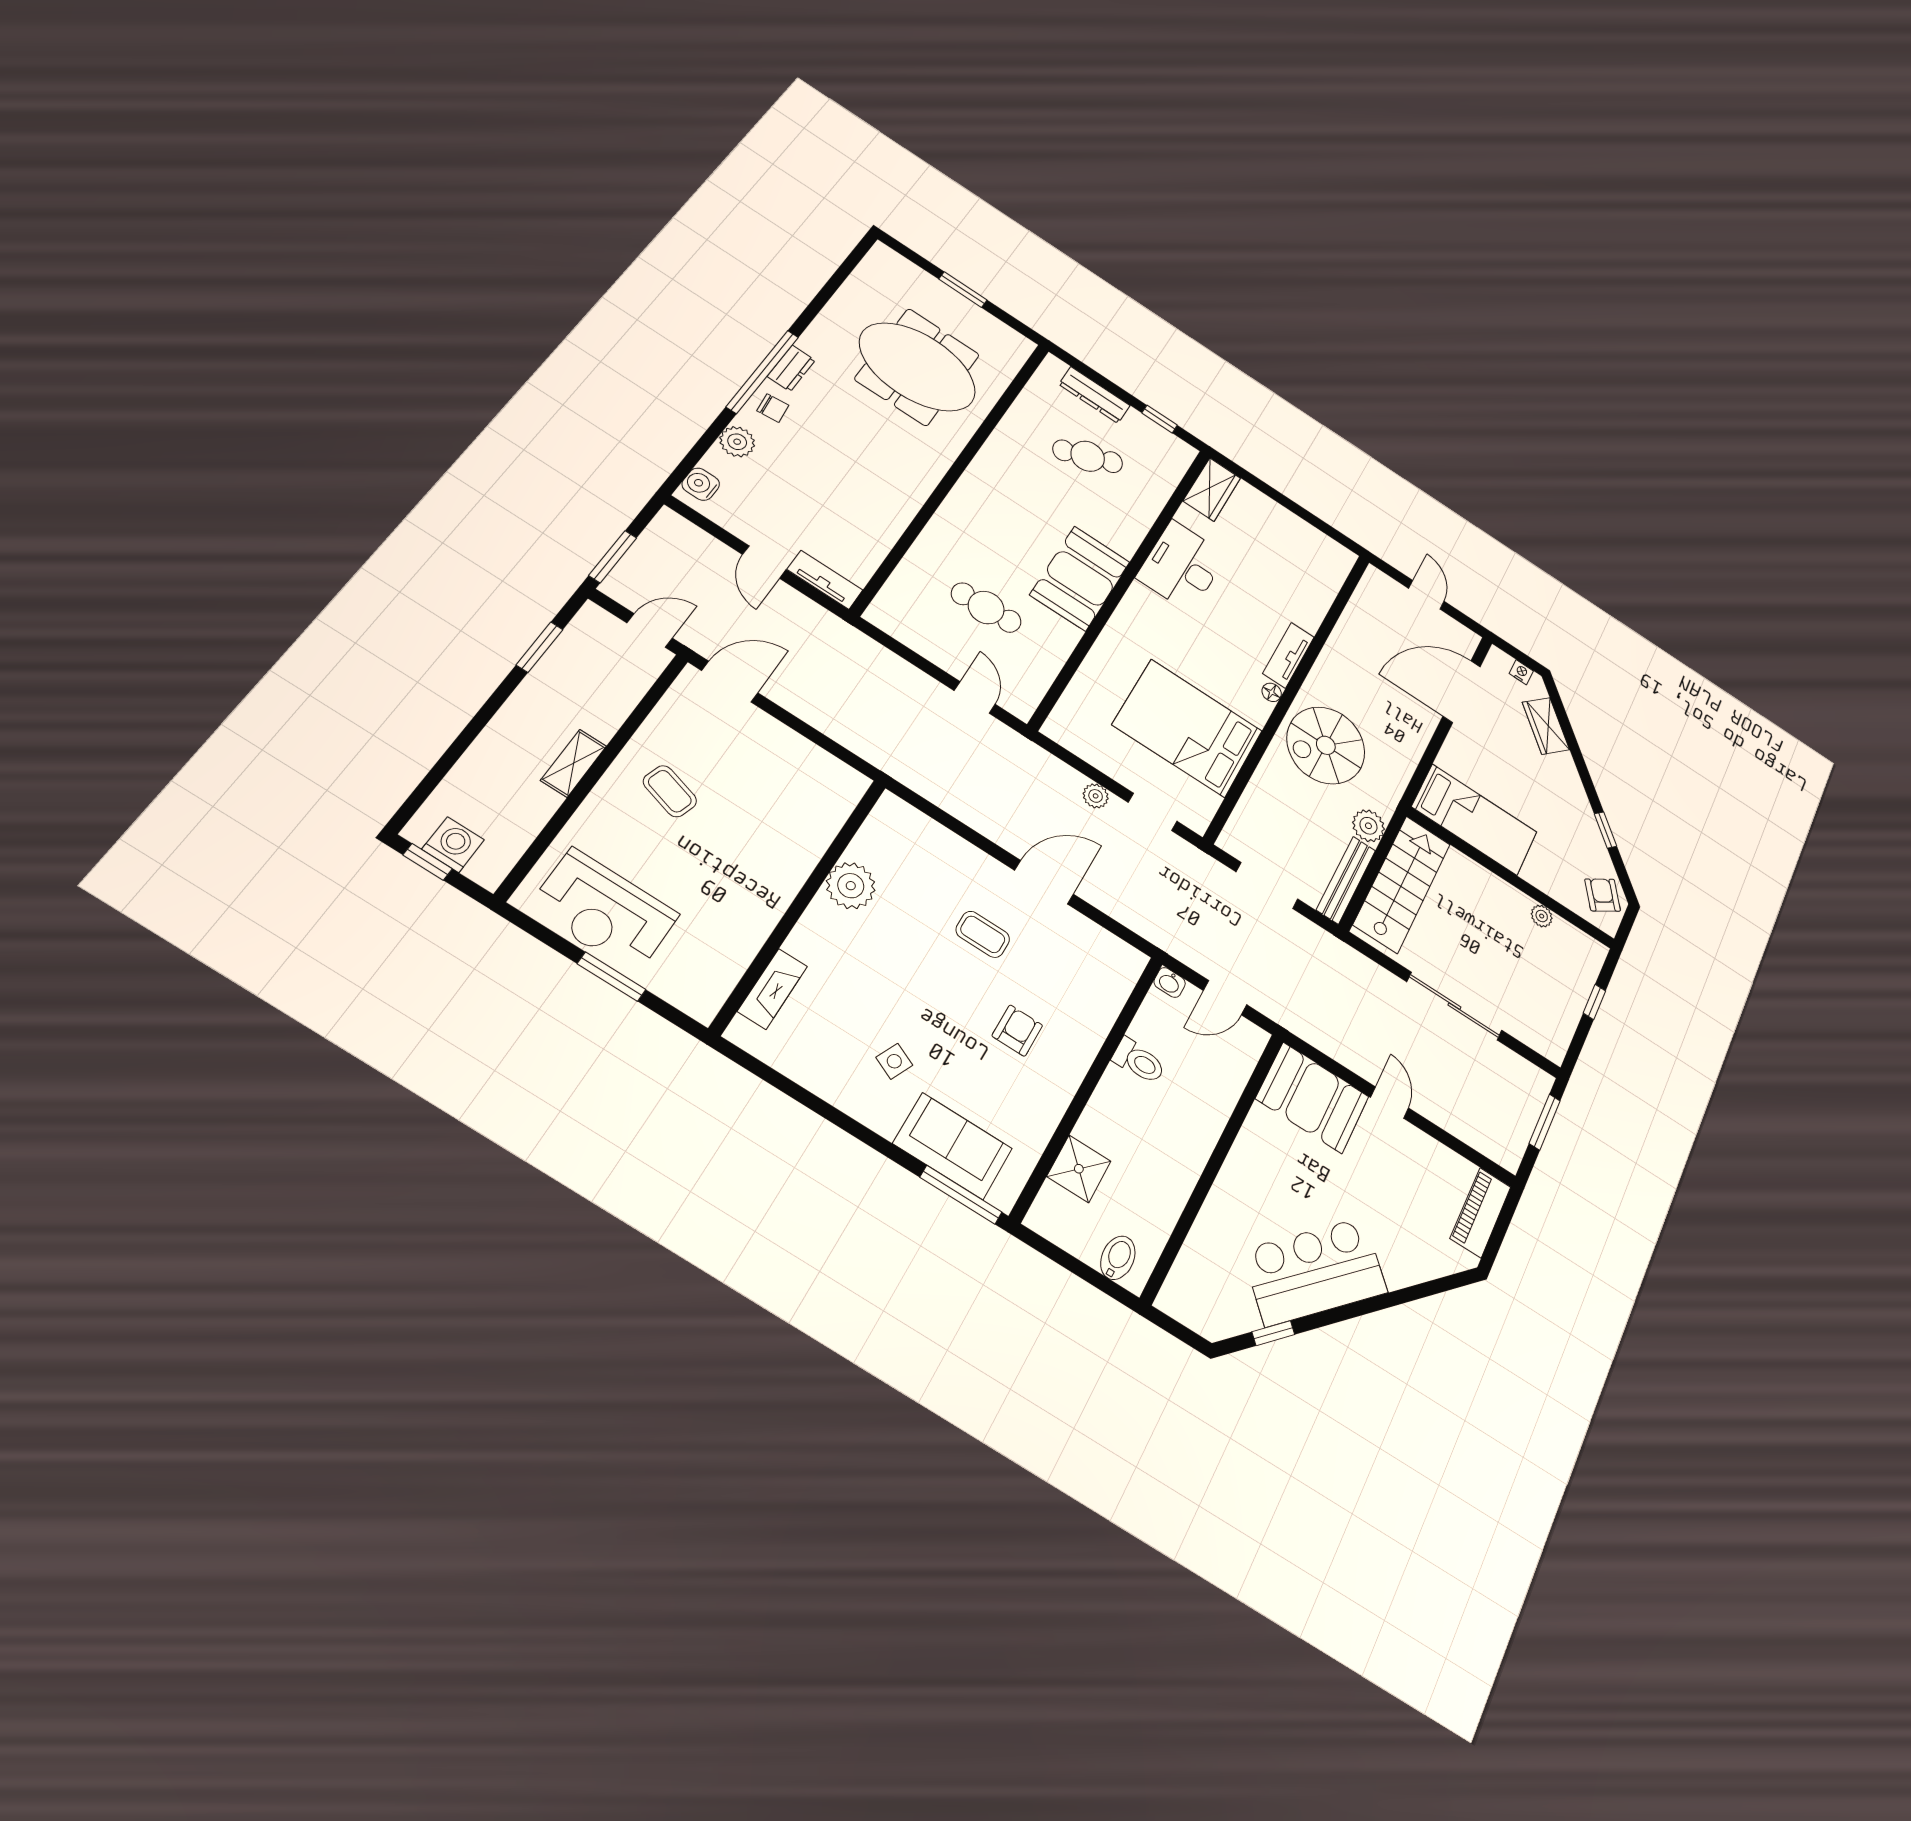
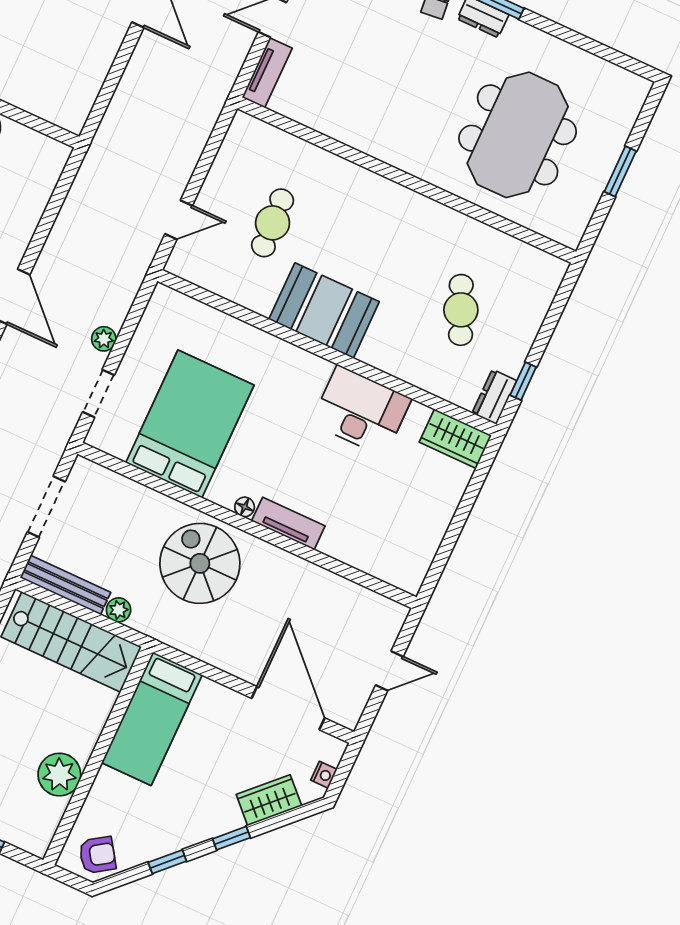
dresser: (1094, 395) -> (494, 397), moved, width x0.70
window: (1581, 767) -> (231, 838), added
plant: (1368, 826) -> (119, 610), width x0.73, depth x0.73
plant: (1542, 916) -> (59, 775), width x1.87, depth x1.87

